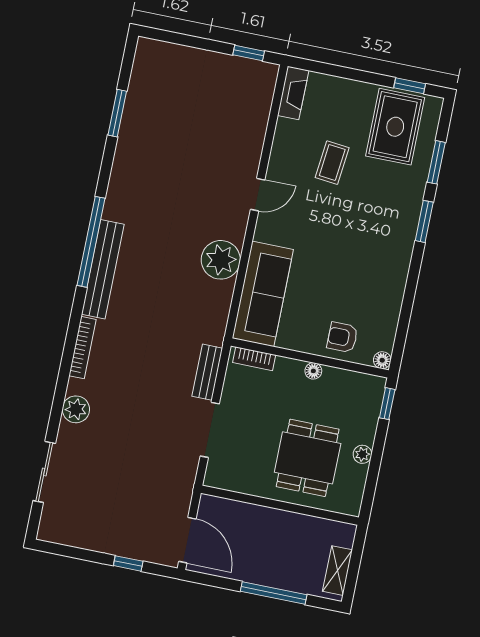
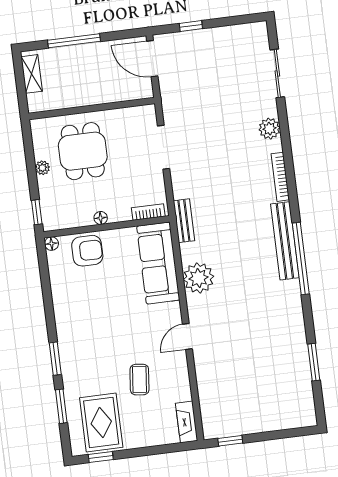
armchair: (342, 337) -> (87, 251), width x1.38, depth x1.38
bench: (207, 372) -> (184, 221), moved

